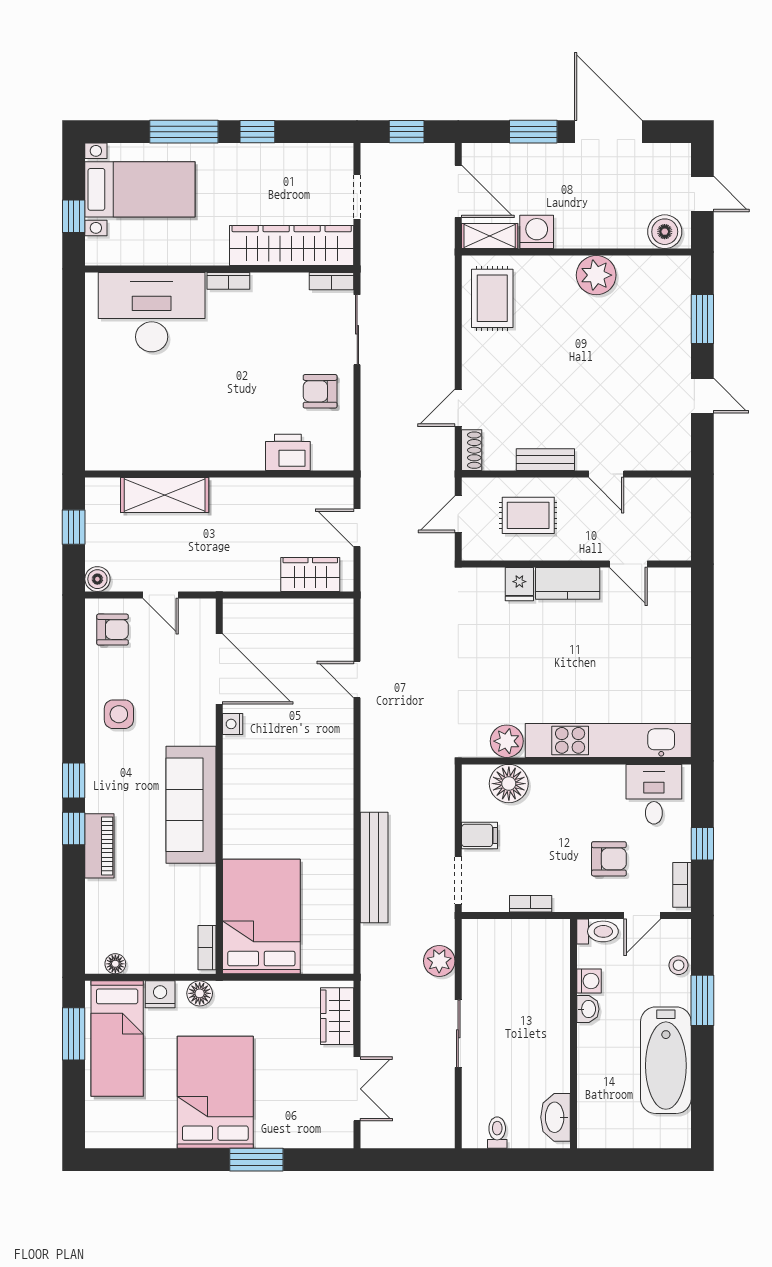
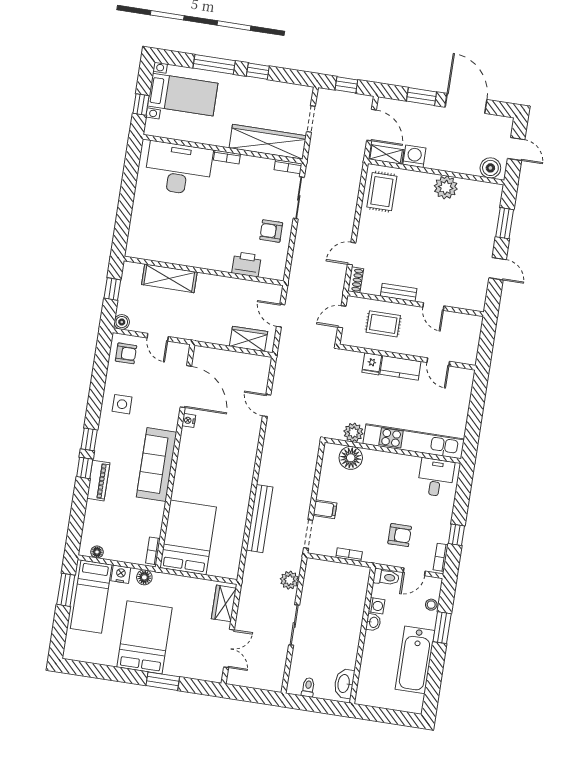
kitchen unit: (608, 740) -> (414, 441), moved
plant: (507, 741) -> (353, 432), moved
wall: (576, 761) -> (393, 451), moved
floor lamp: (509, 784) -> (351, 458), moved
desk: (654, 794) -> (436, 477), moved

